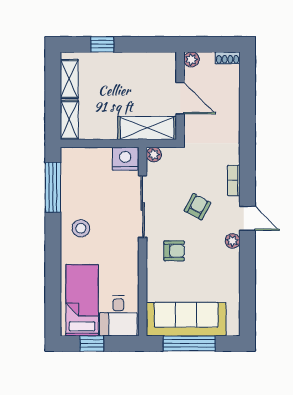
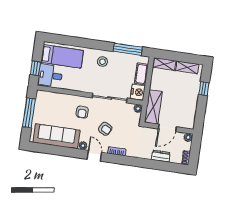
dresser: (231, 102) -> (161, 156), added
cot: (92, 157) -> (141, 74), added
door: (247, 218) -> (94, 156), swing flipped
sofa: (186, 319) -> (57, 136), moved, turned -90
window: (92, 344) -> (36, 68), moved

